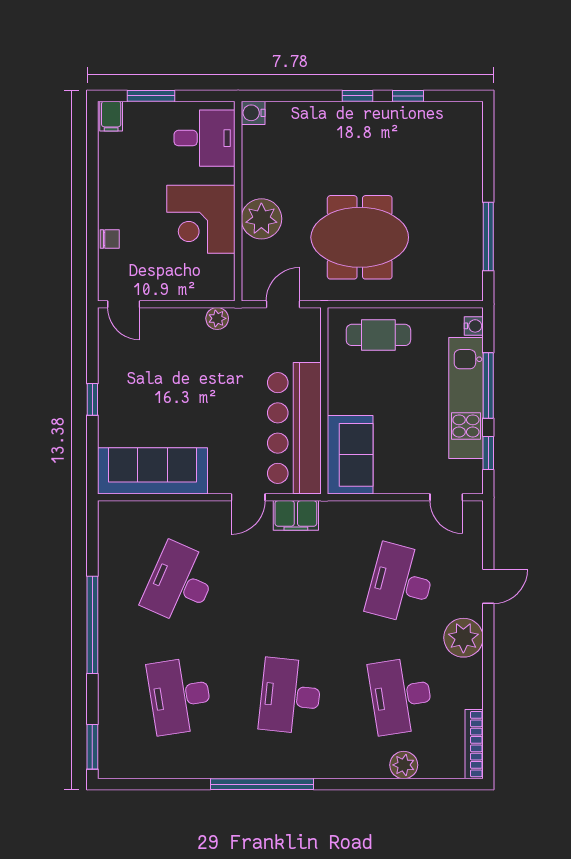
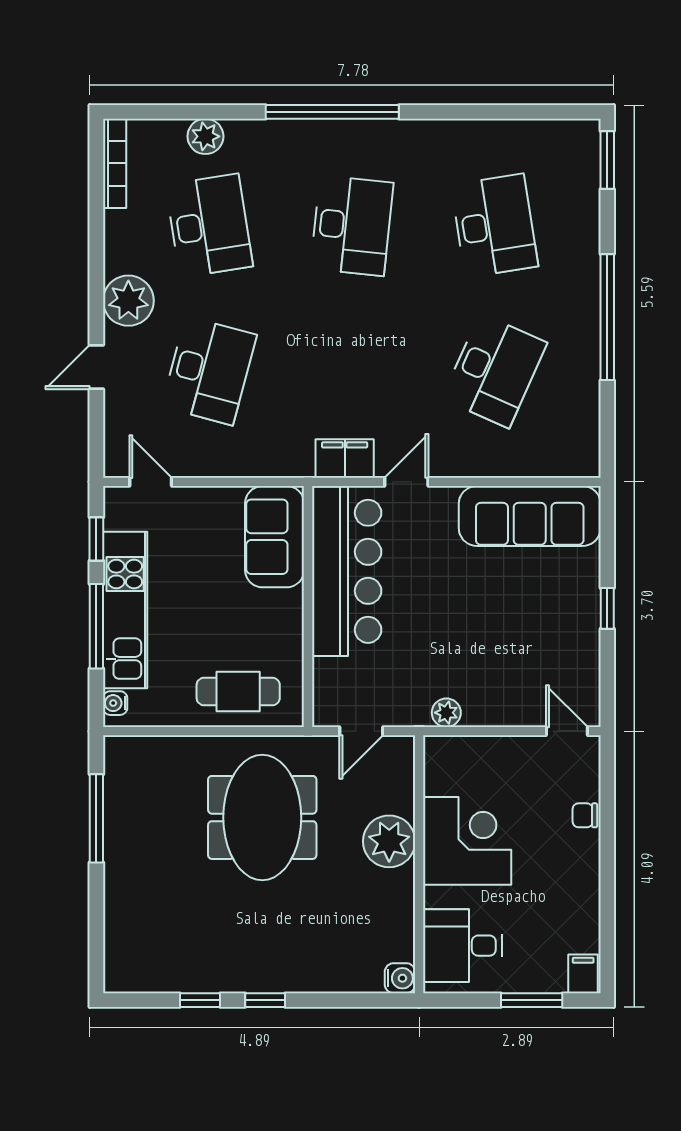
meeting table: (360, 237) -> (262, 817), turned 90
window: (262, 784) -> (332, 112), moved

